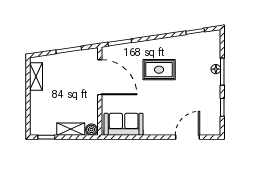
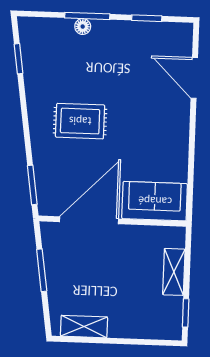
rug: (159, 70) -> (80, 121), turned 90
sofa: (124, 124) -> (155, 201), moved, turned 90
boiler: (92, 130) -> (176, 237), removed

